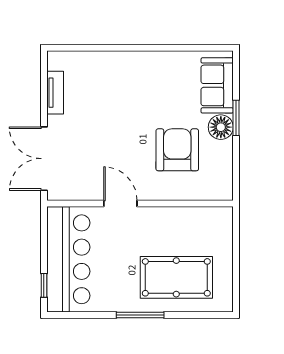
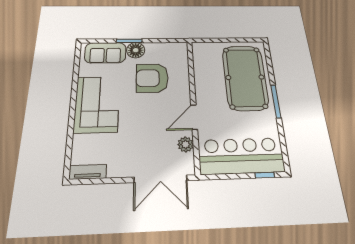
corner sofa: (141, 78) -> (97, 104), added
tv unit: (55, 93) -> (88, 172), moved
plant: (85, 191) -> (186, 144), added
pool table: (176, 277) -> (245, 77), width x1.36, depth x1.32

